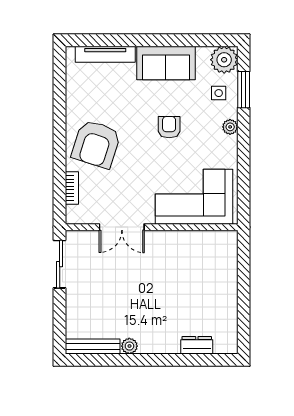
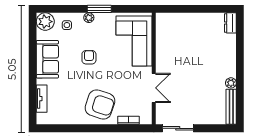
tv unit: (105, 54) -> (42, 99), width x0.71
window: (244, 90) -> (99, 9), moved
armchair: (169, 127) -> (89, 57), turned 90
dresser: (197, 345) -> (230, 23), moved

